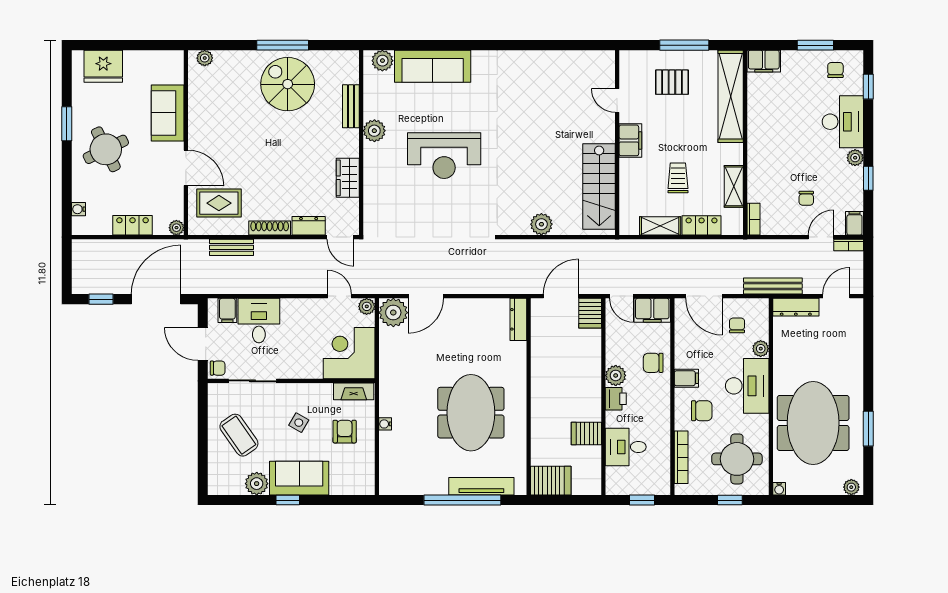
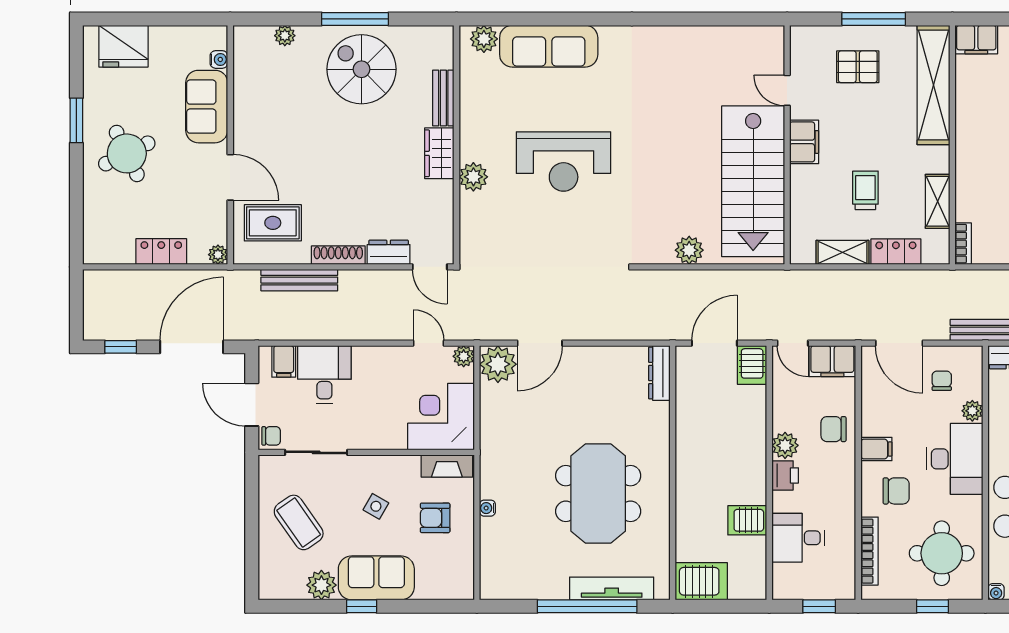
plant: (205, 58) -> (285, 36), moved
plant: (374, 131) -> (473, 177), moved
wardrobe: (348, 178) -> (439, 153), moved
stairs: (599, 186) -> (753, 181), width x1.36, depth x1.51
water cooler: (79, 209) -> (219, 59), moved, turned 180
bench: (232, 247) -> (299, 280), width x1.36
armchair: (345, 432) -> (435, 518), turned -90

